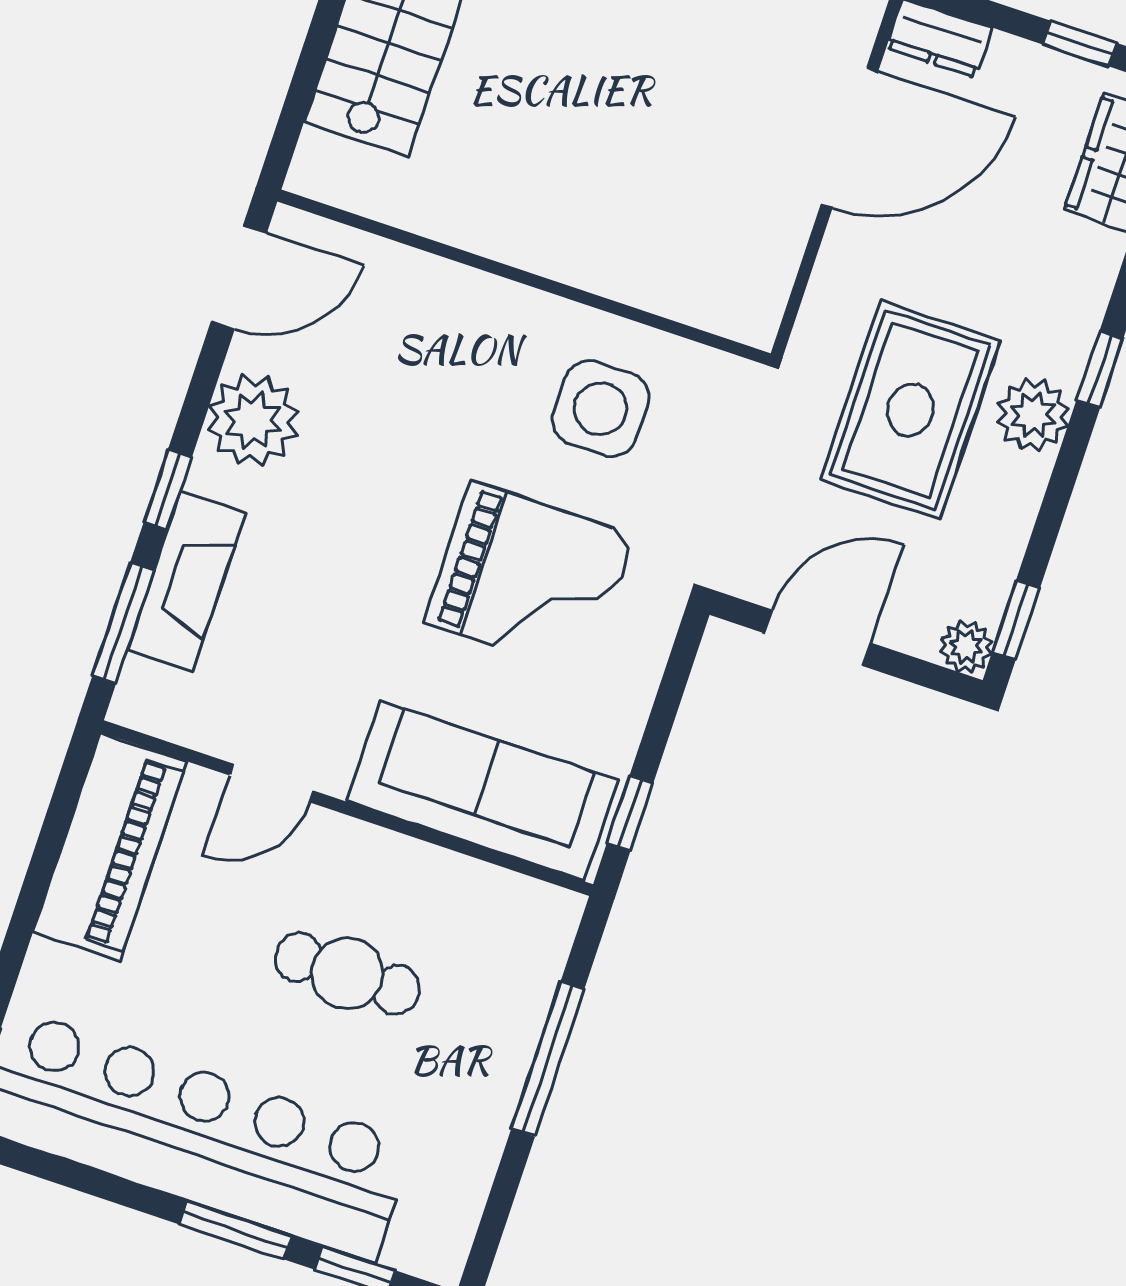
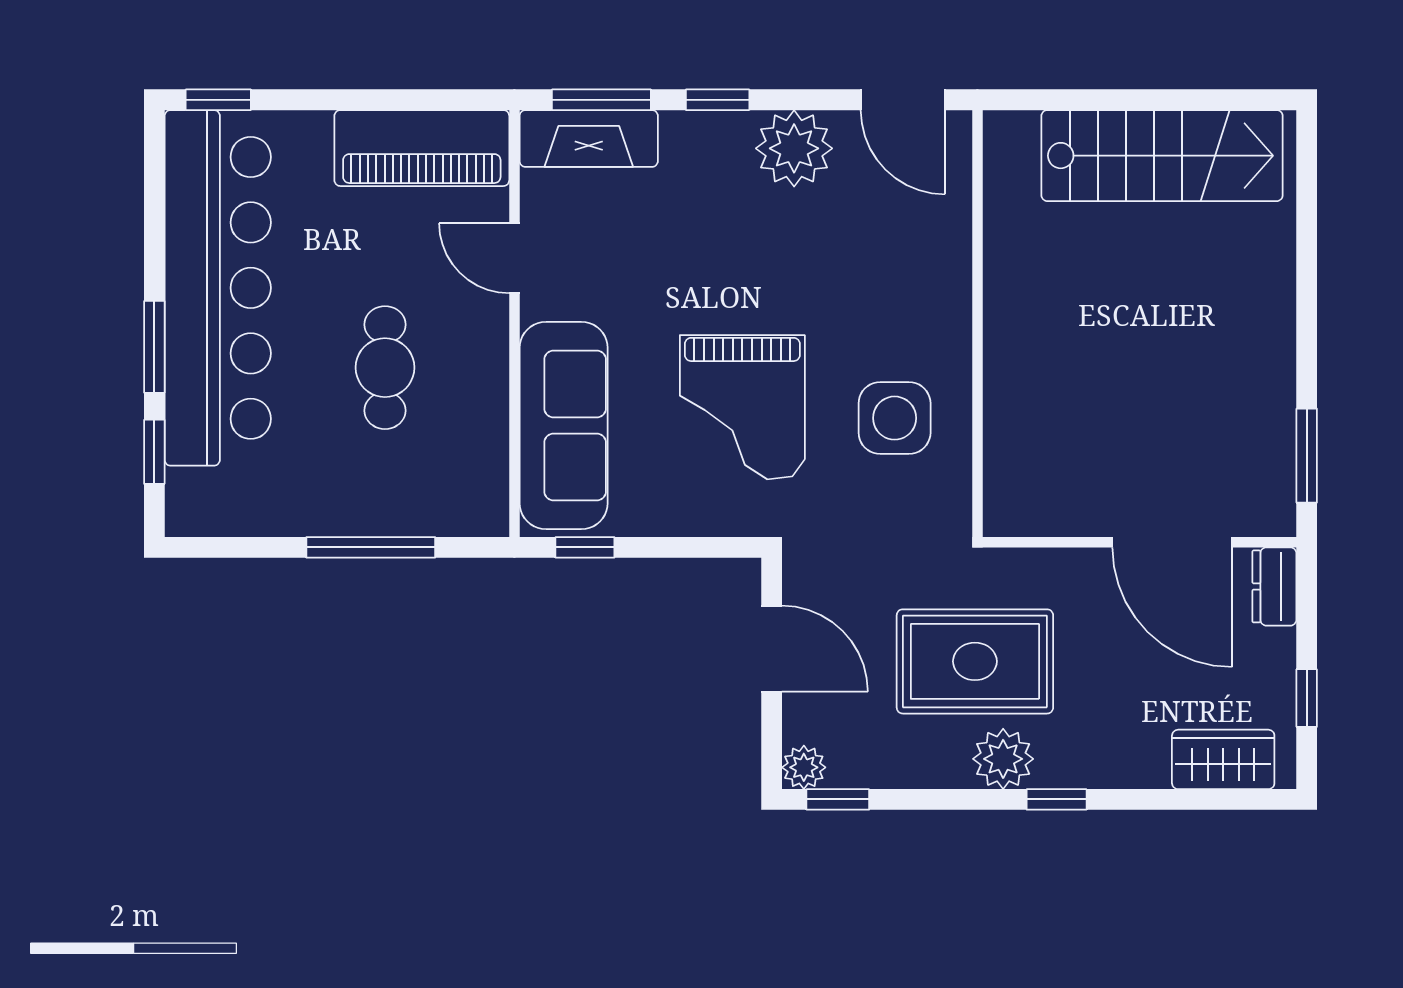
fireplace: (187, 581) -> (589, 139), moved

